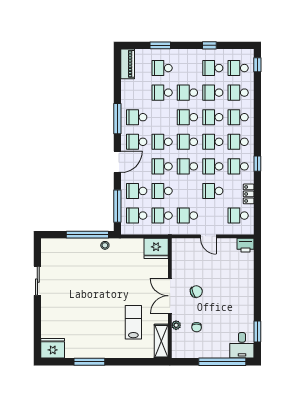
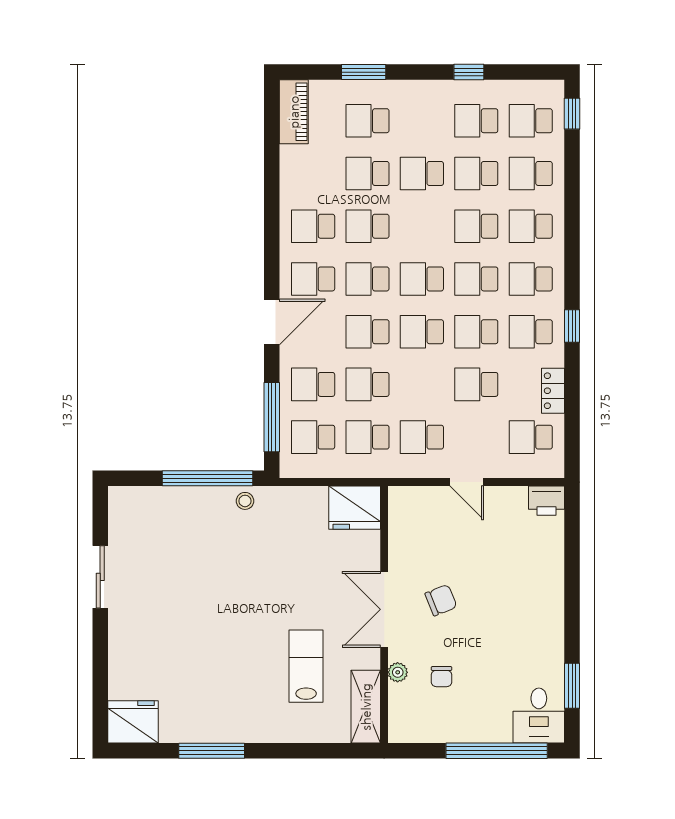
school desk: (187, 117) -> (368, 226), moved
window: (117, 119) -> (272, 229), removed

